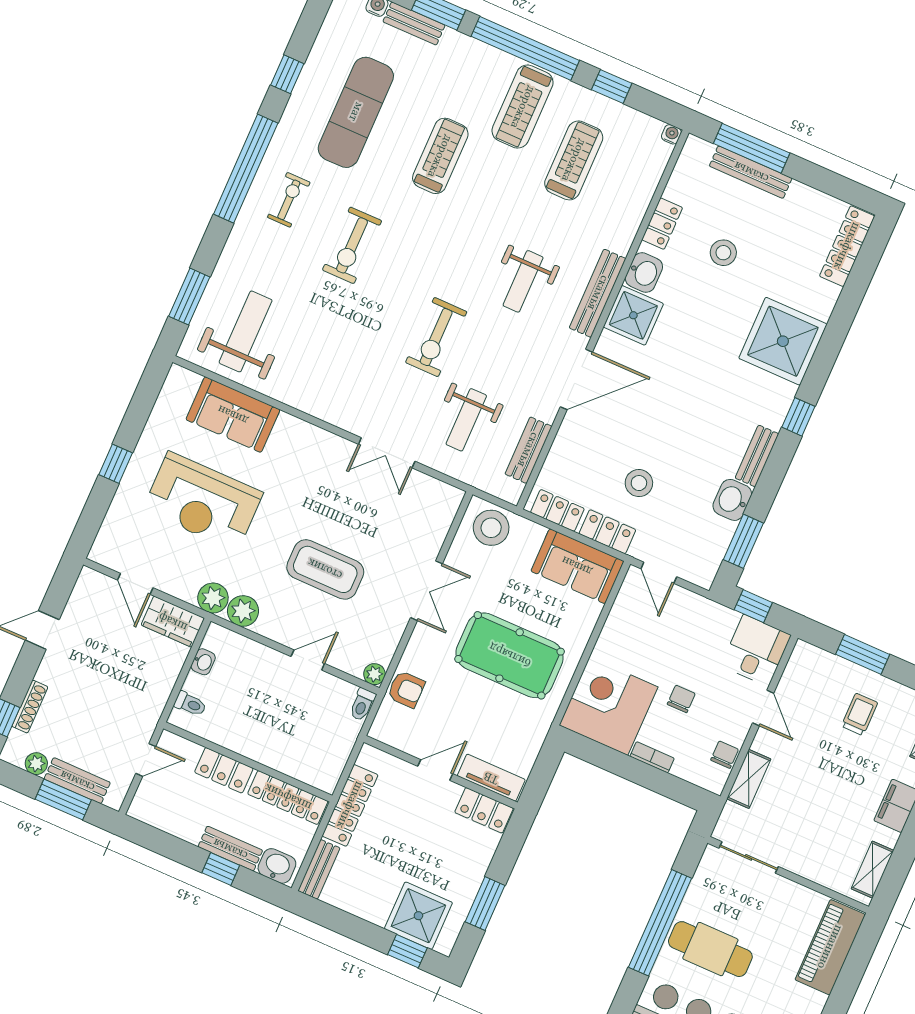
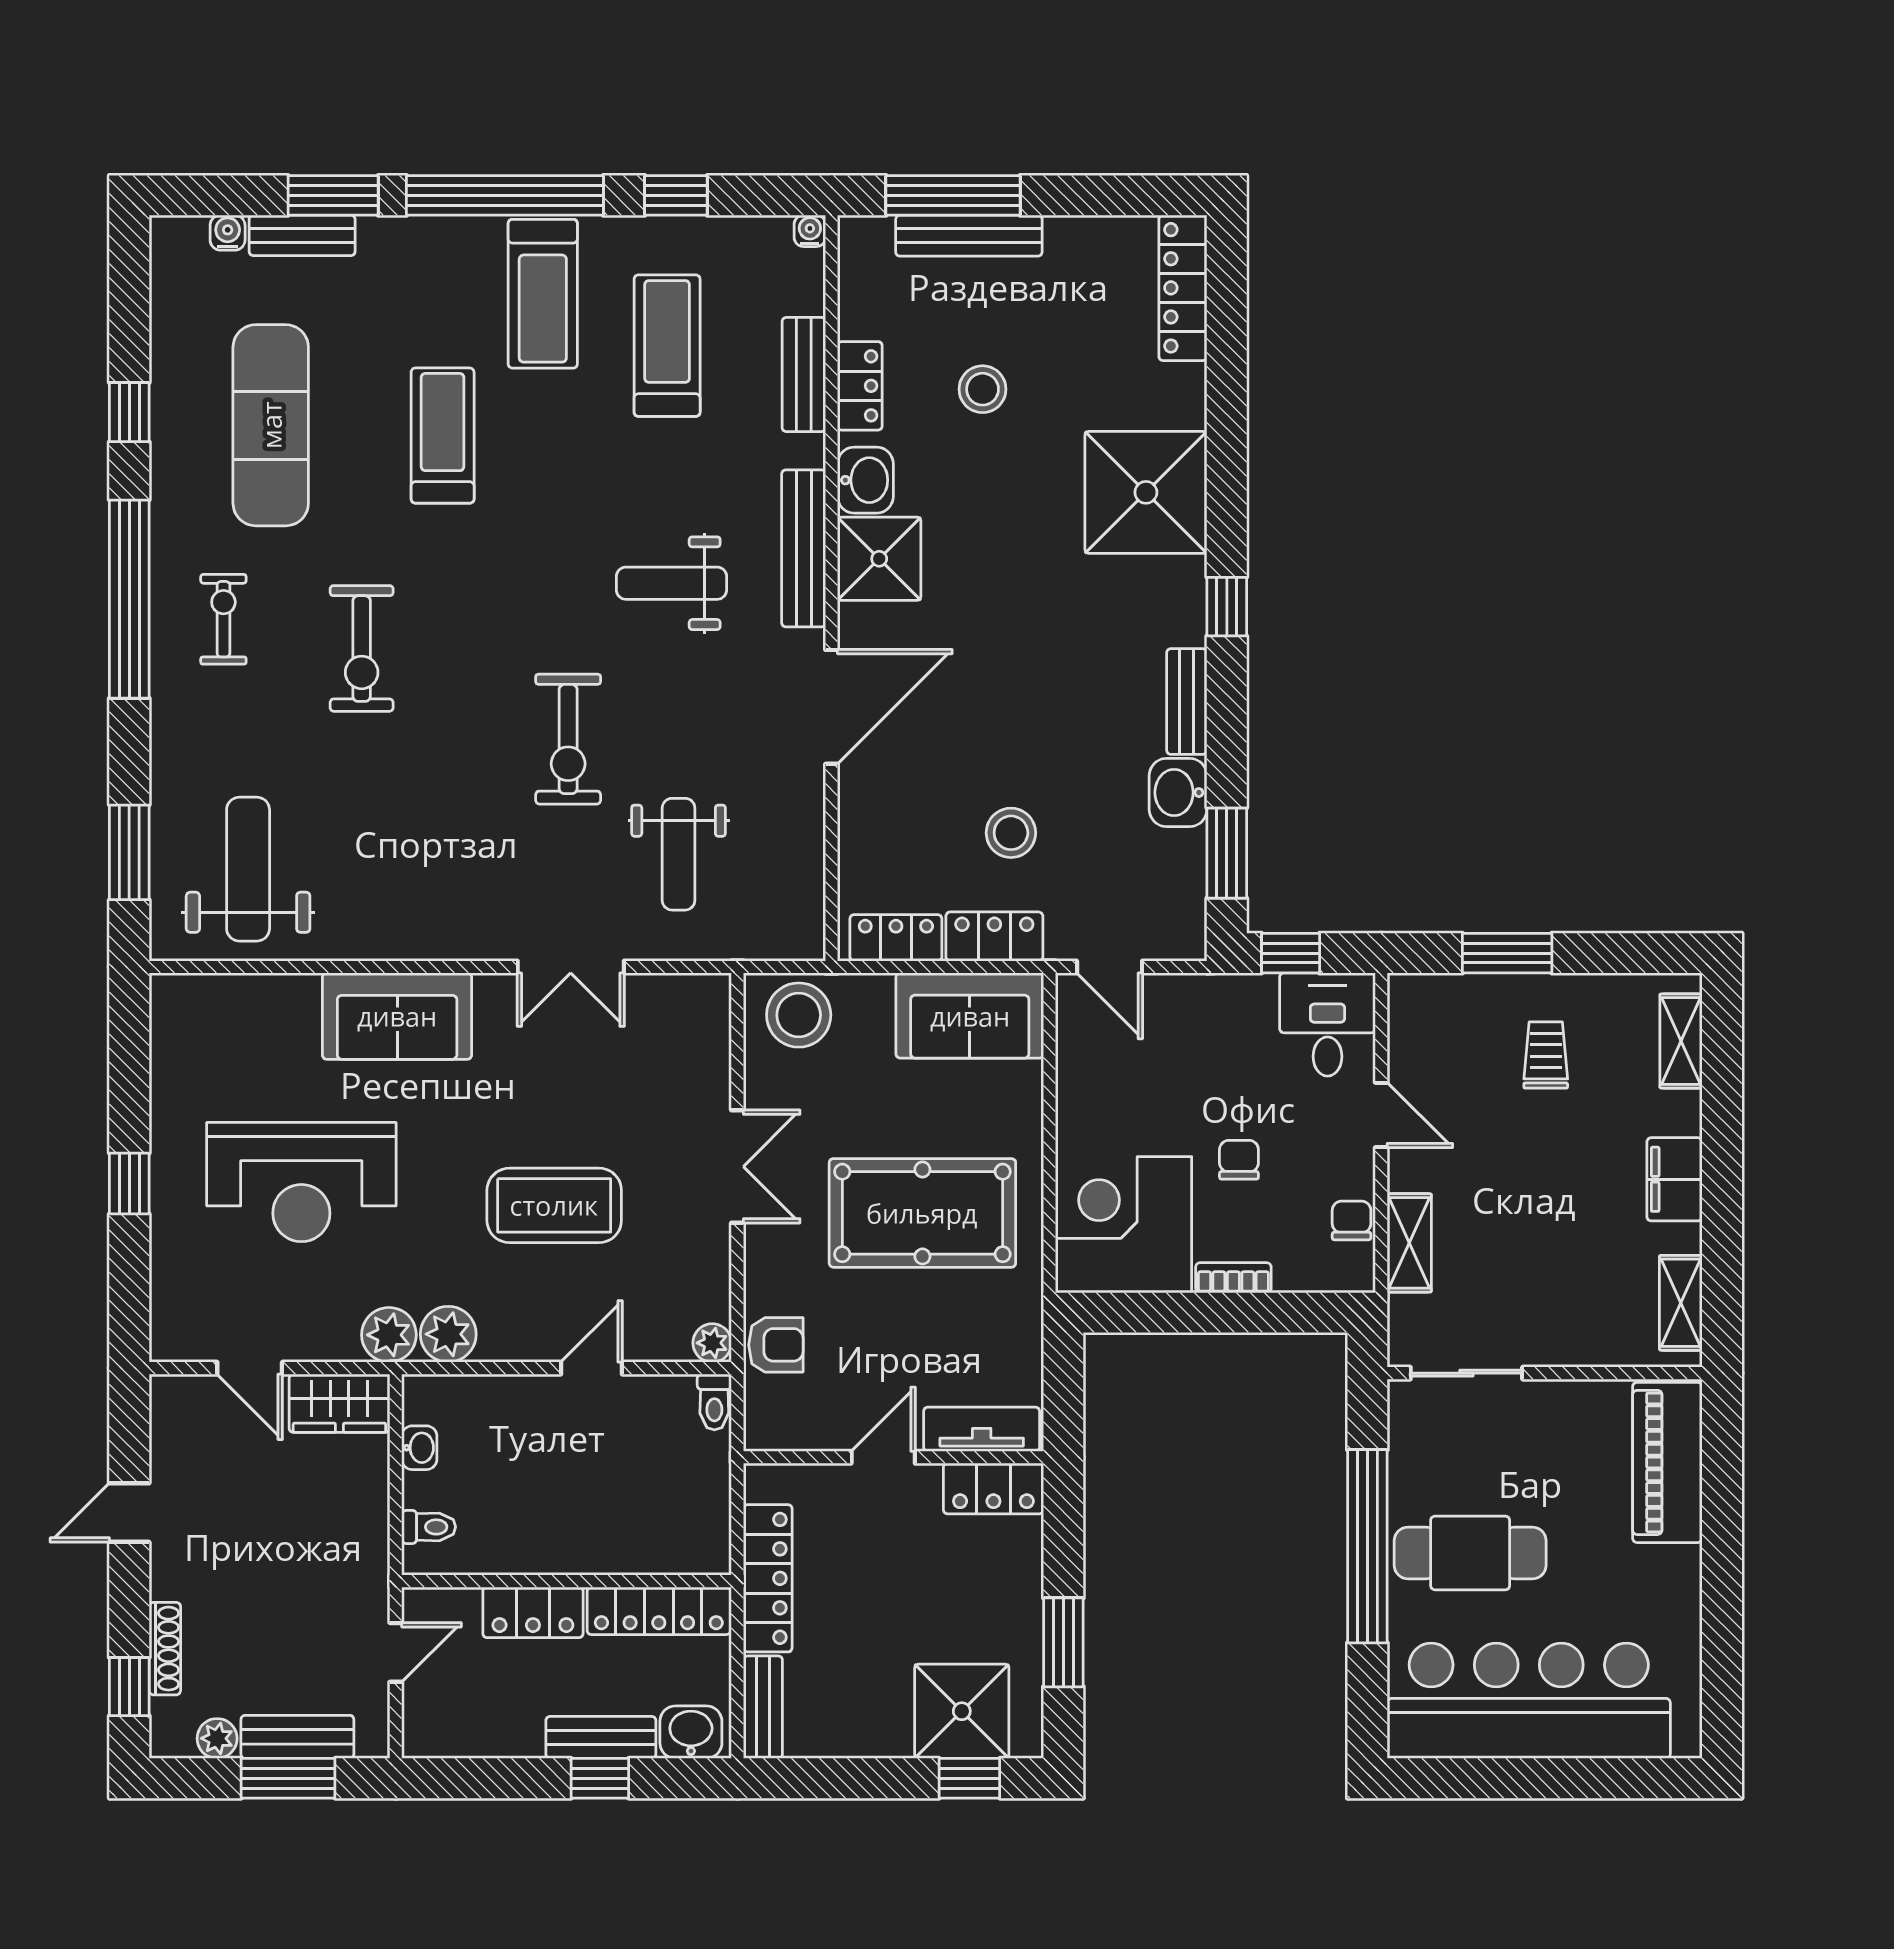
weight bench: (523, 281) -> (672, 583), turned 90
sofa: (233, 415) -> (397, 1016), moved
bench: (528, 450) -> (804, 375), moved

